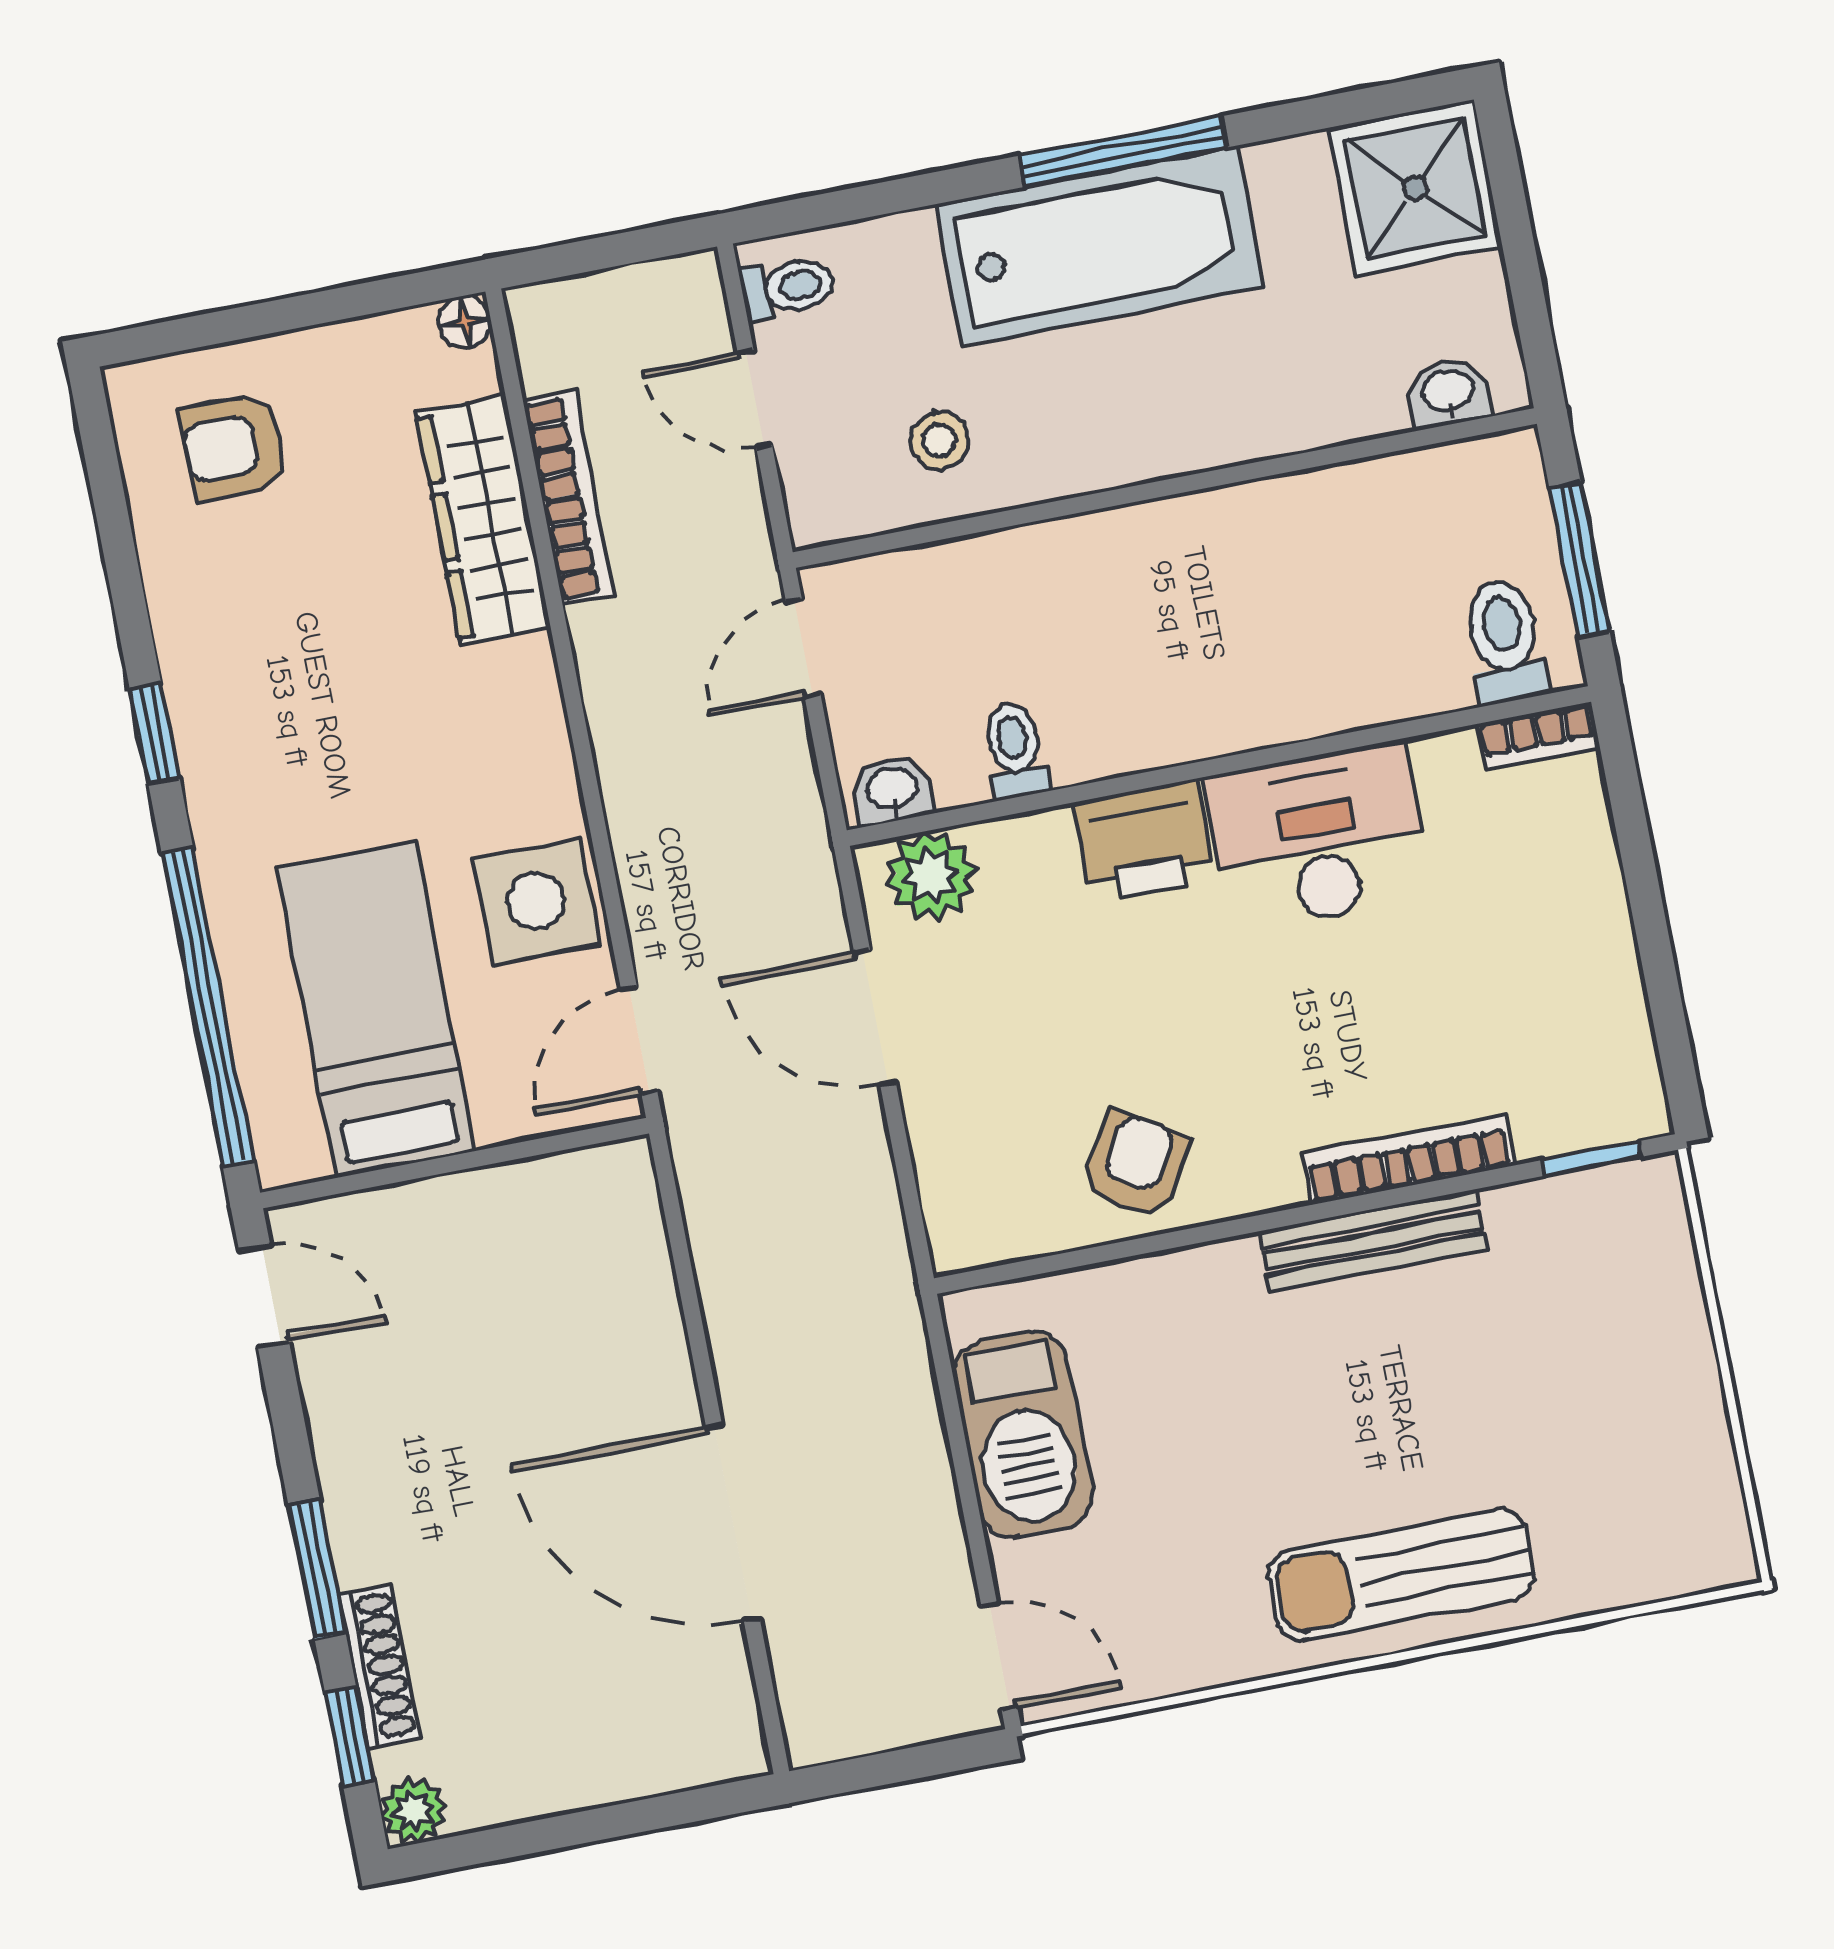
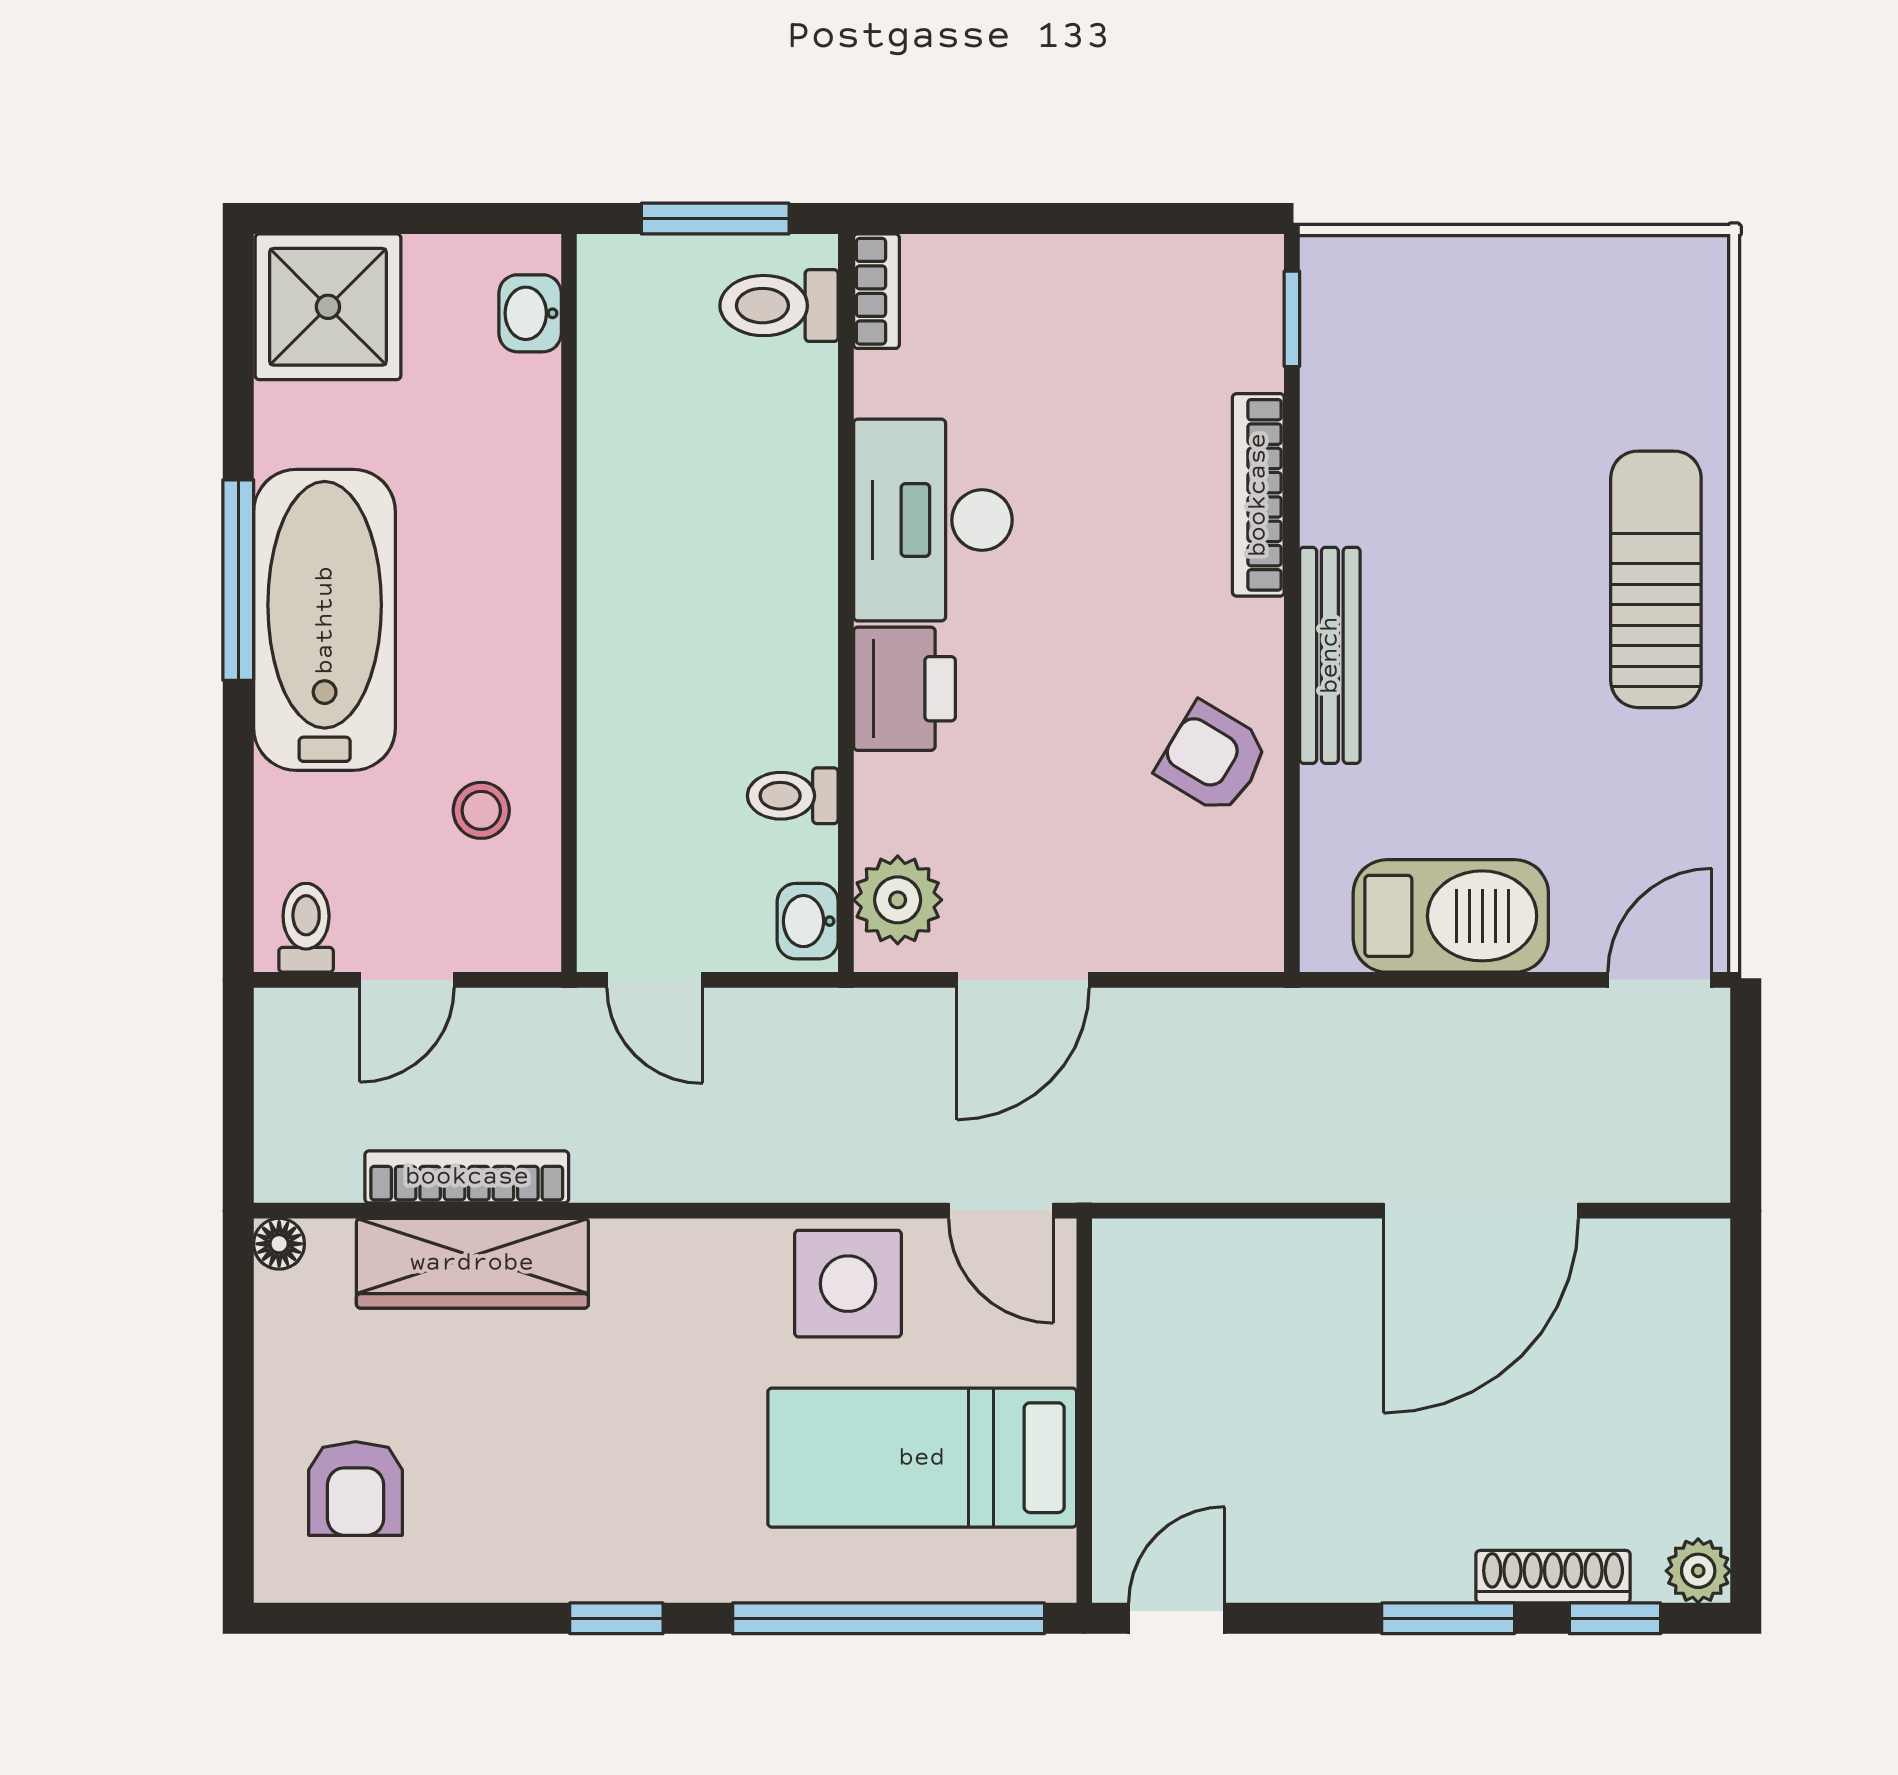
bench: (1373, 1241) -> (1330, 655), moved
sun lounger: (1401, 1575) -> (1656, 579), turned 180

